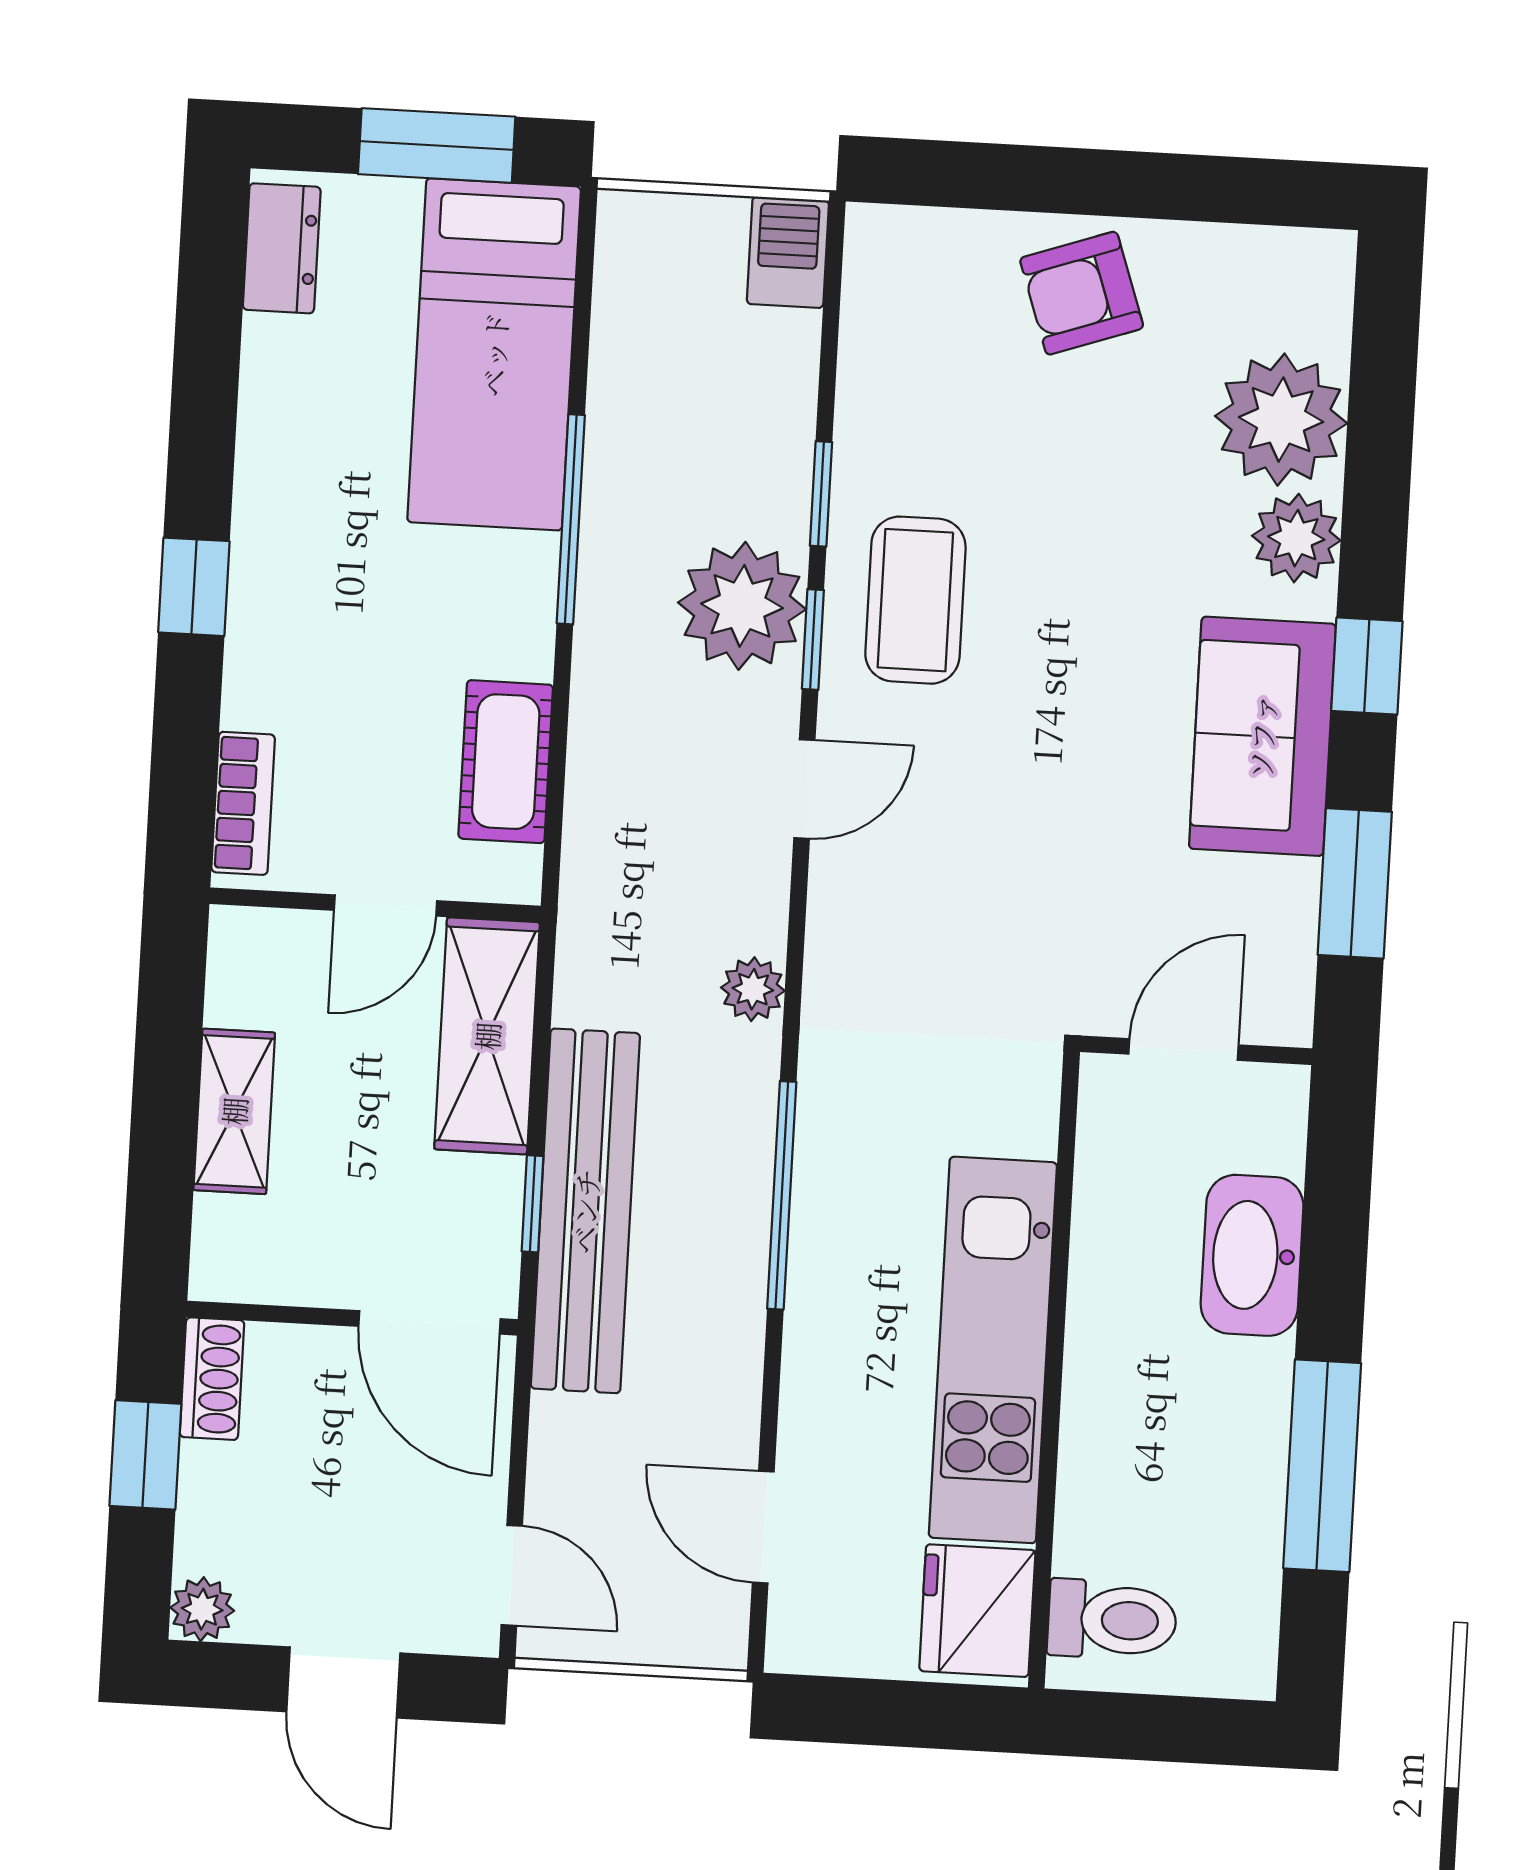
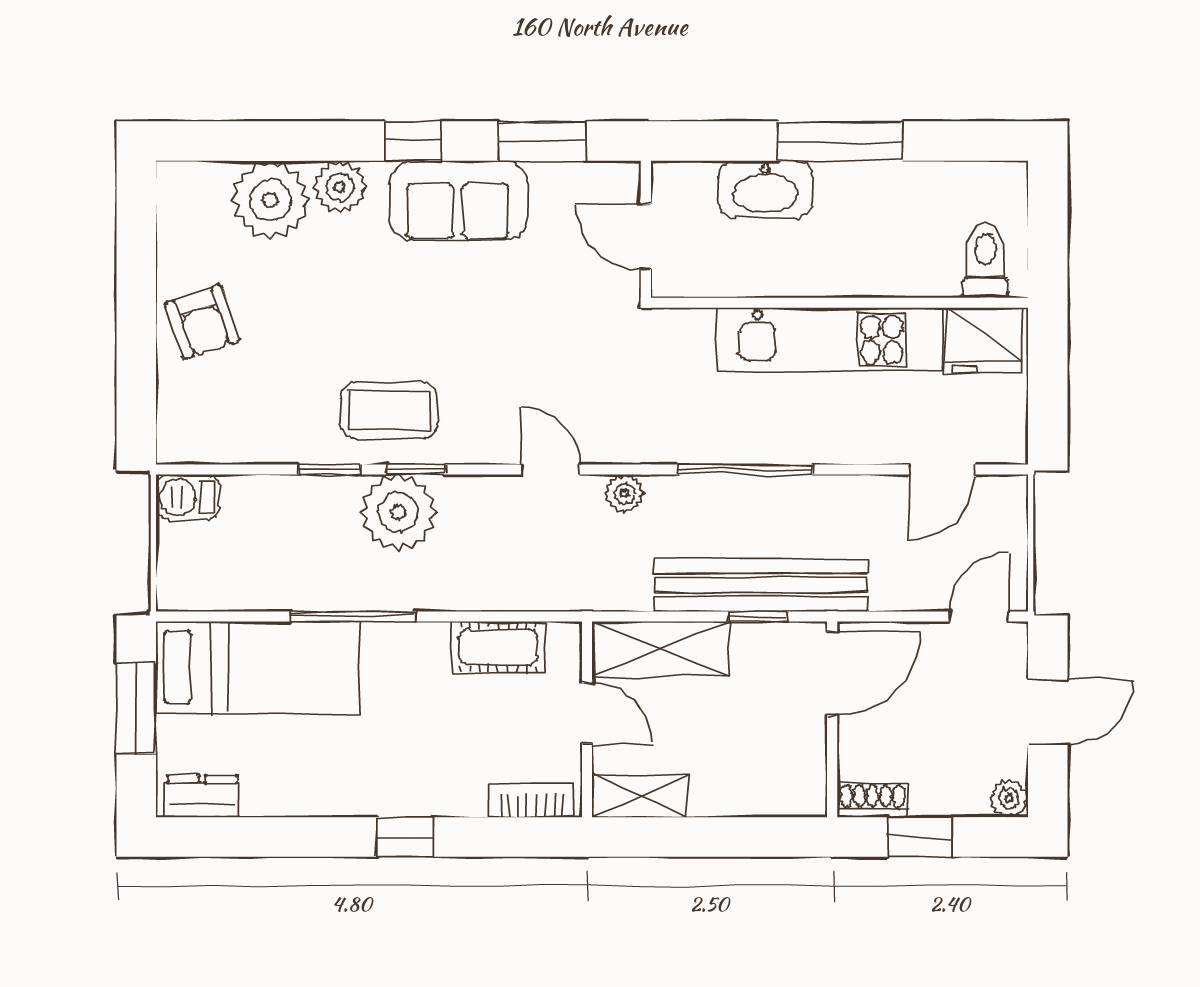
door: (804, 789) -> (550, 469), moved
shelving: (234, 1111) -> (640, 796), moved
window: (1322, 1466) -> (840, 141), moved

